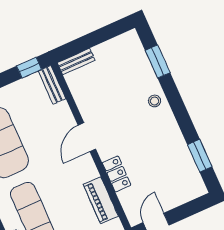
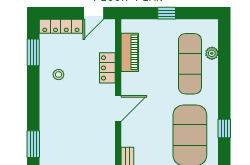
stool: (154, 101) -> (58, 75), moved
locker: (183, 195) -> (61, 26), added

